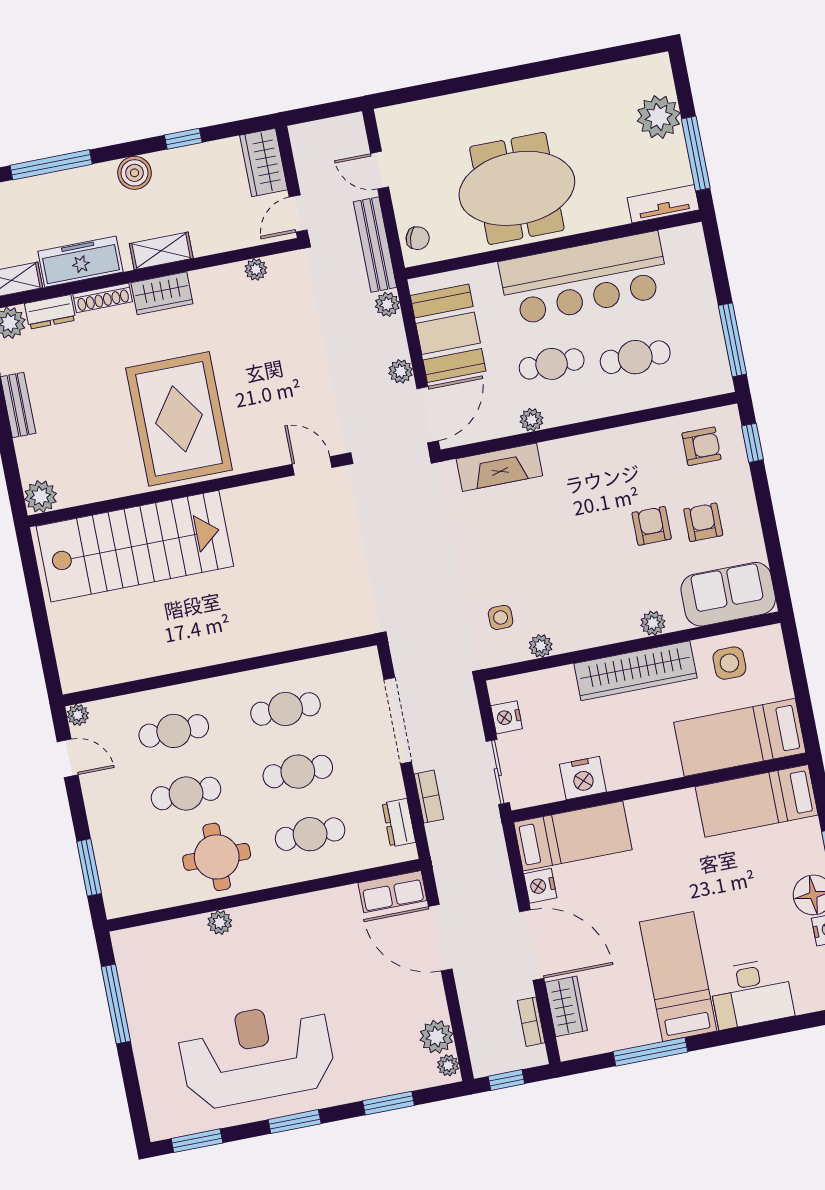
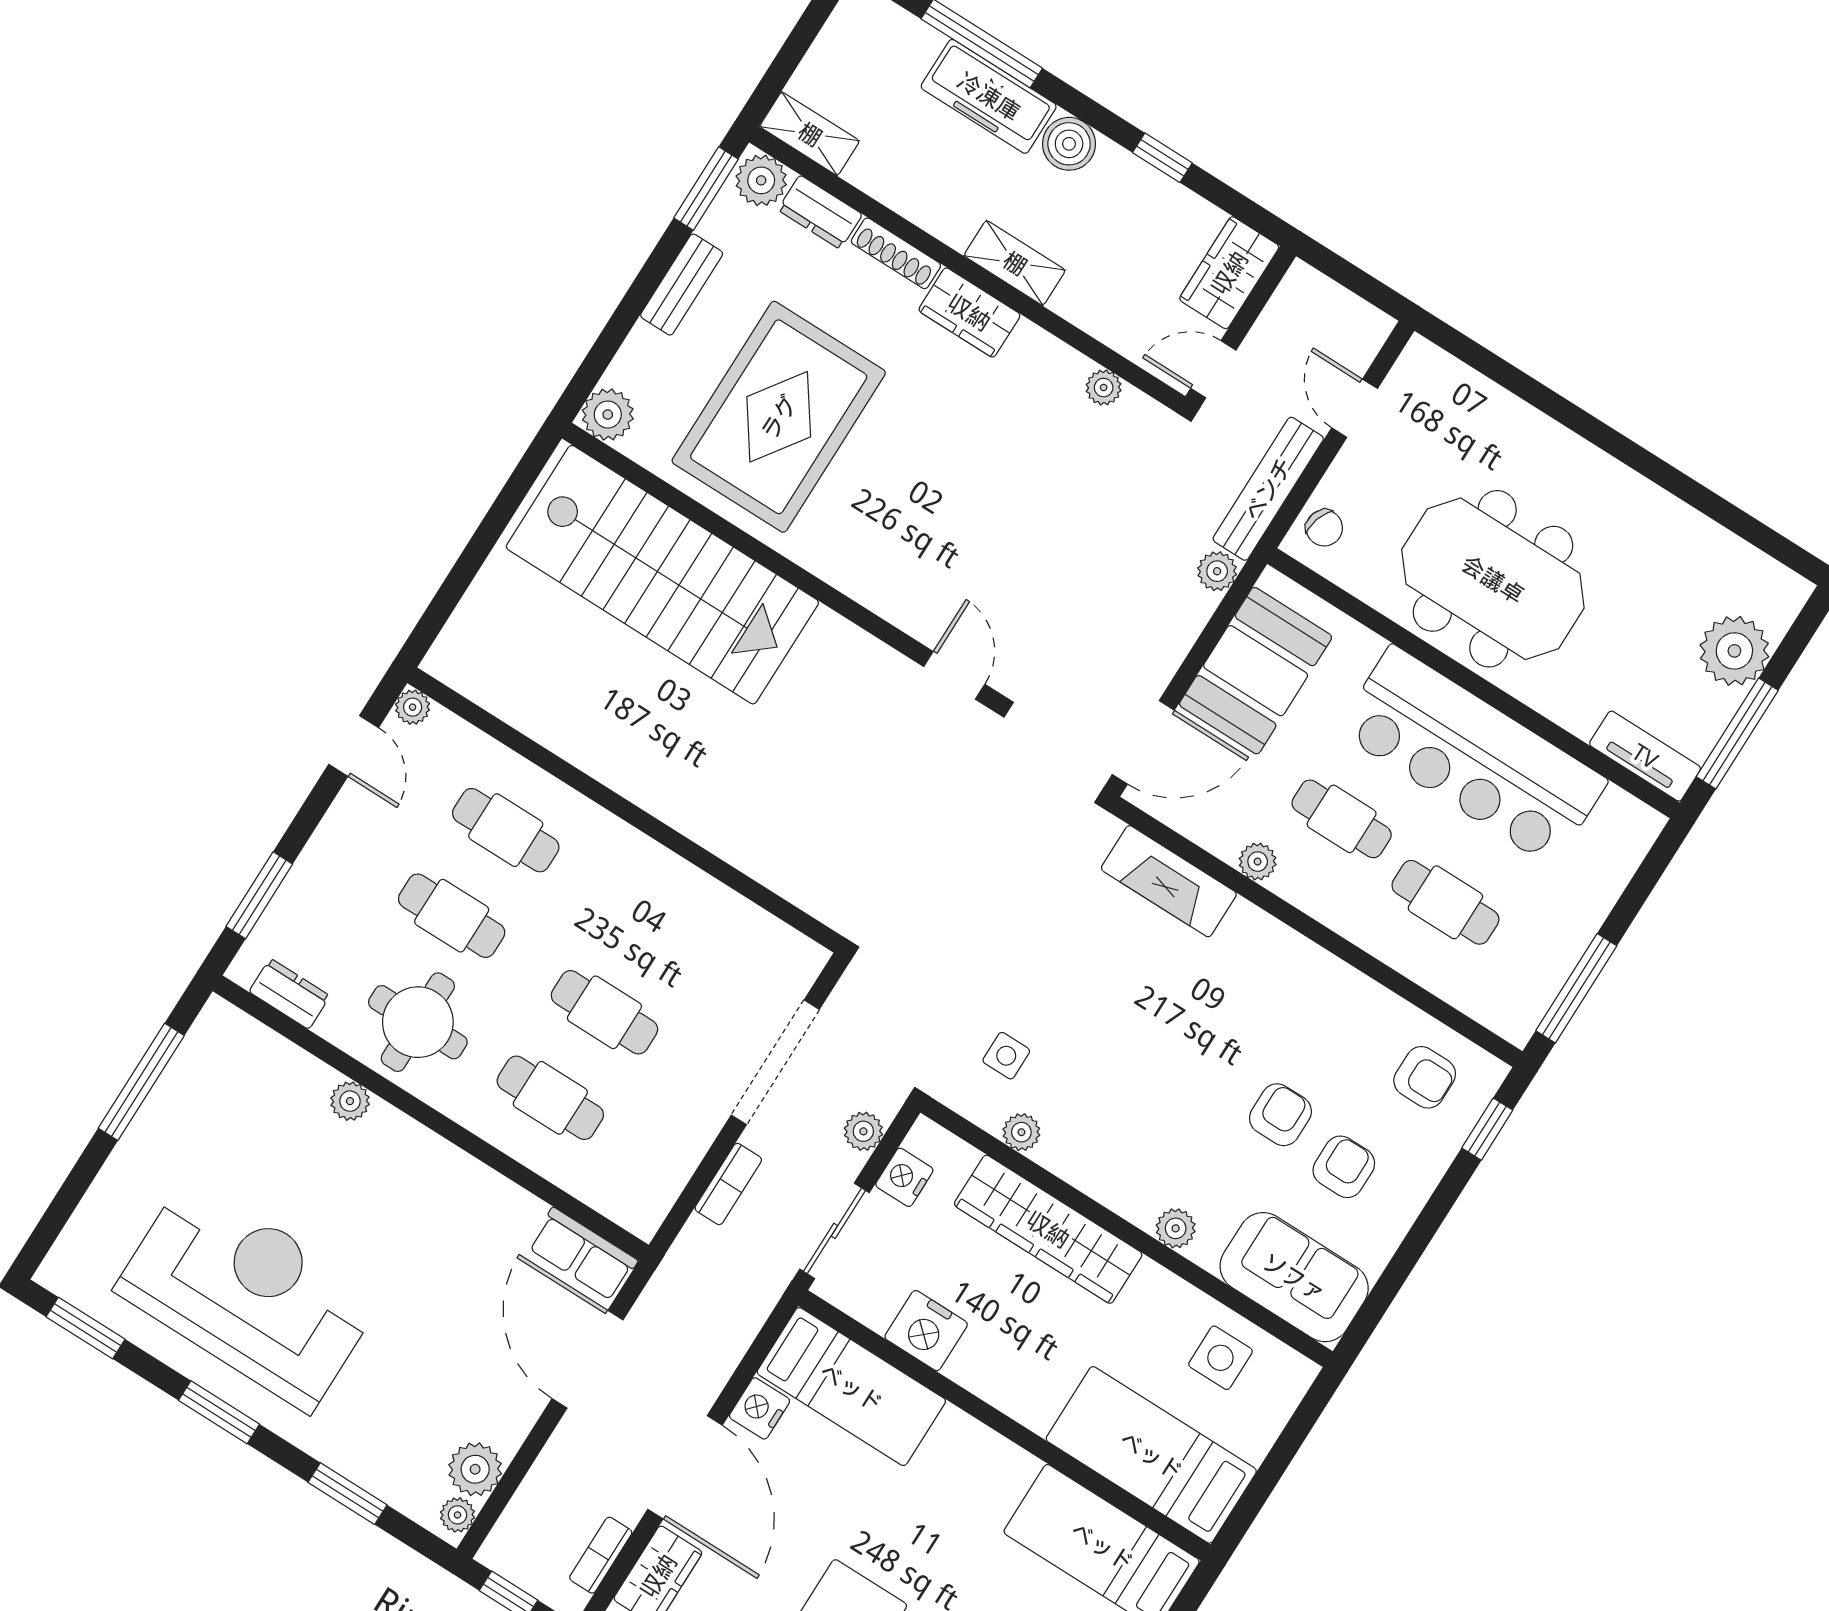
freezer: (80, 262) -> (989, 96), moved, turned 180
plant: (401, 371) -> (863, 1131), moved
rug: (179, 419) -> (779, 417), moved
wardrobe: (635, 671) -> (1048, 1229), moved
cafe table: (286, 709) -> (658, 927), removed
dresser: (399, 823) -> (289, 994), moved, turned 90

